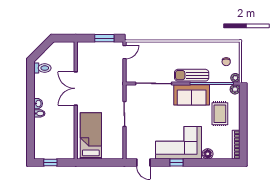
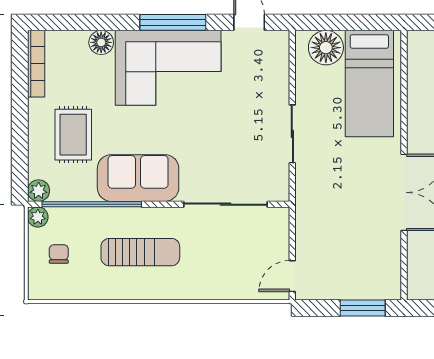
window: (104, 38) -> (363, 308), moved
sun lounger: (192, 75) -> (140, 252), moved
floor lamp: (110, 152) -> (326, 48), added
window: (176, 163) -> (173, 22), width x2.17

